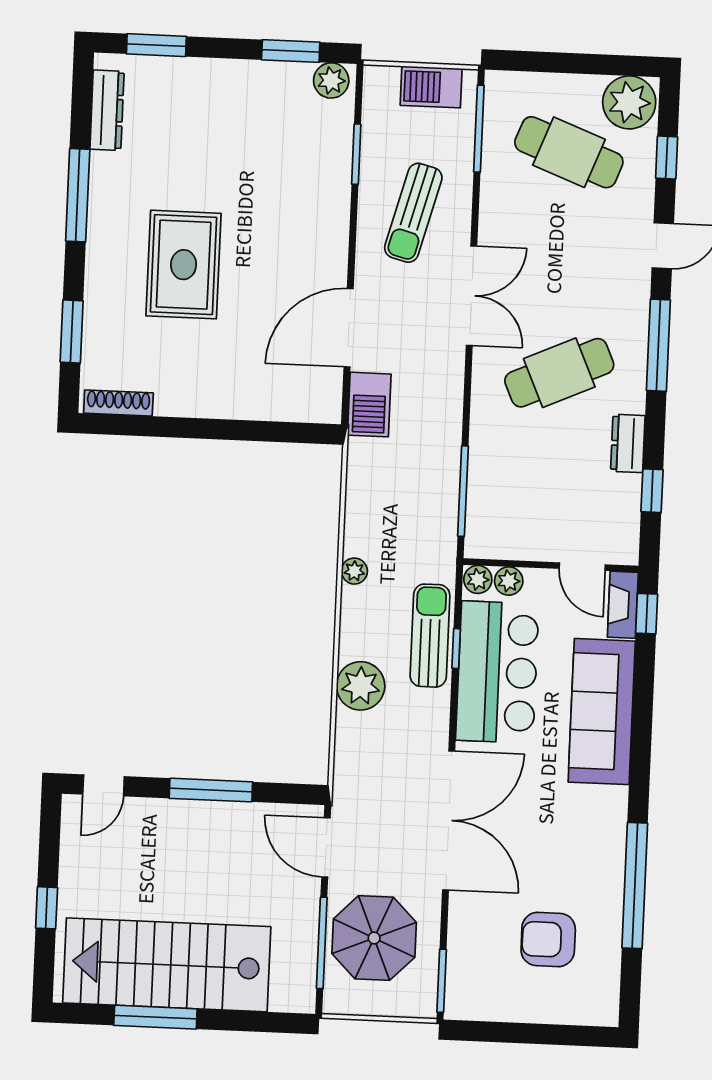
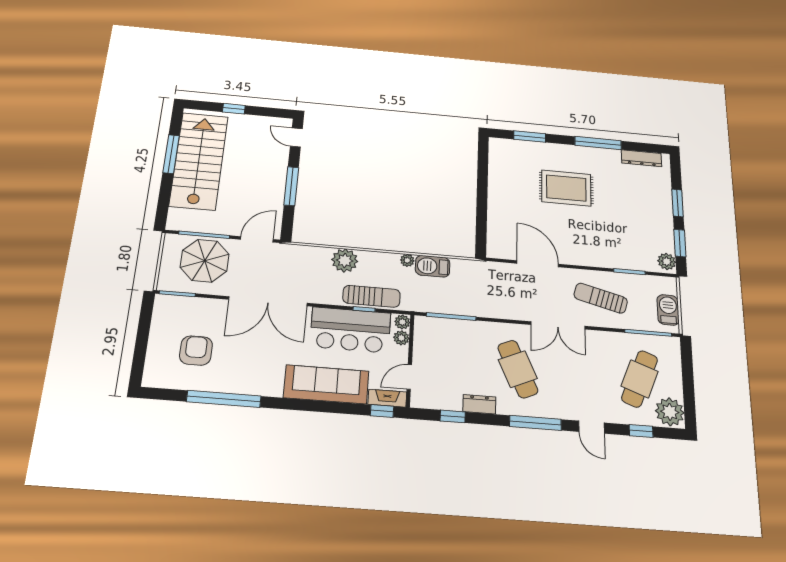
window: (156, 45) -> (678, 203), moved
shoe rack: (118, 403) -> (494, 155), removed
barbecue: (369, 405) -> (433, 266), moved

